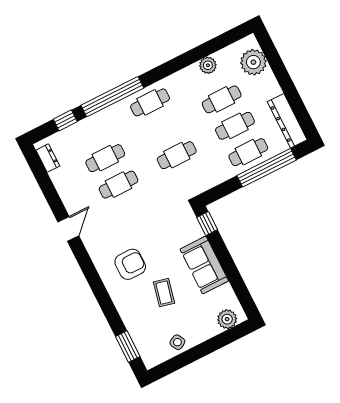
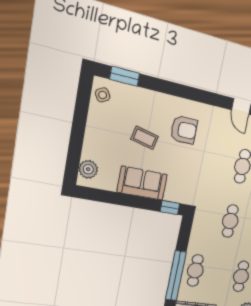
cafe table: (235, 126) -> (219, 273), removed
armchair: (130, 264) -> (184, 130), turned -90
side table: (177, 342) -> (103, 95), moved

